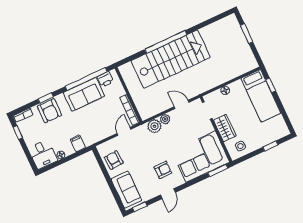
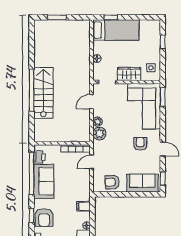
stairs: (171, 59) -> (43, 93), width x0.73, depth x0.66
armchair: (49, 111) -> (44, 218), turned 90
door: (124, 131) -> (92, 162), hinge flipped

